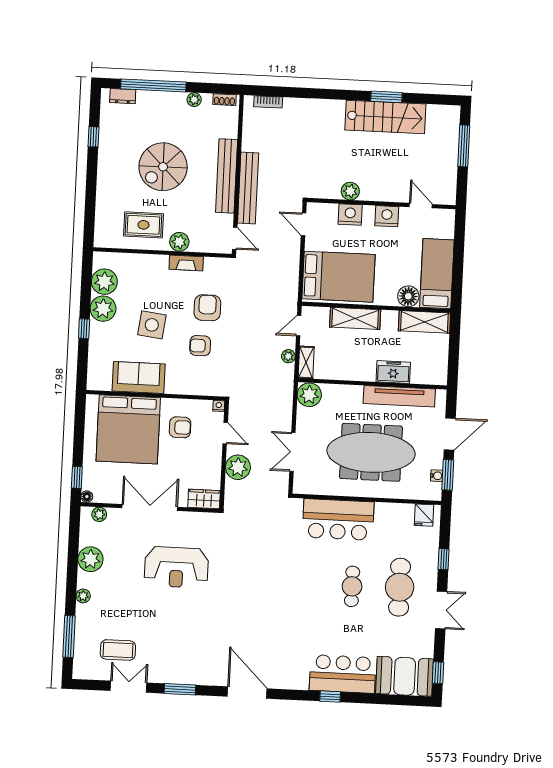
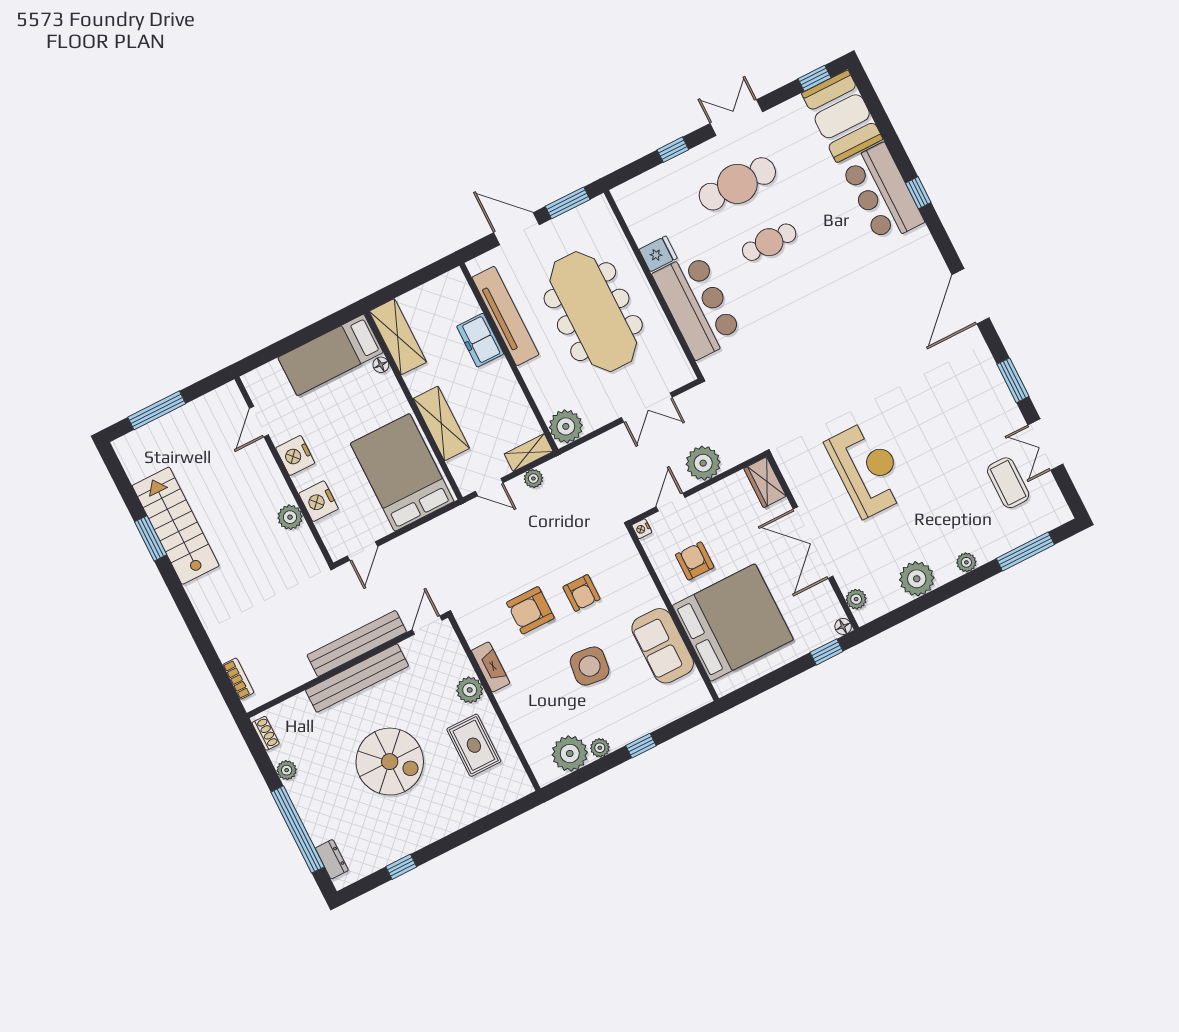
floor lamp: (408, 296) -> (381, 365), width x0.53, depth x0.53
plant: (103, 309) -> (600, 748), width x0.53, depth x0.53
water cooler: (437, 476) -> (576, 216), removed
fridge: (424, 515) -> (658, 254), moved

